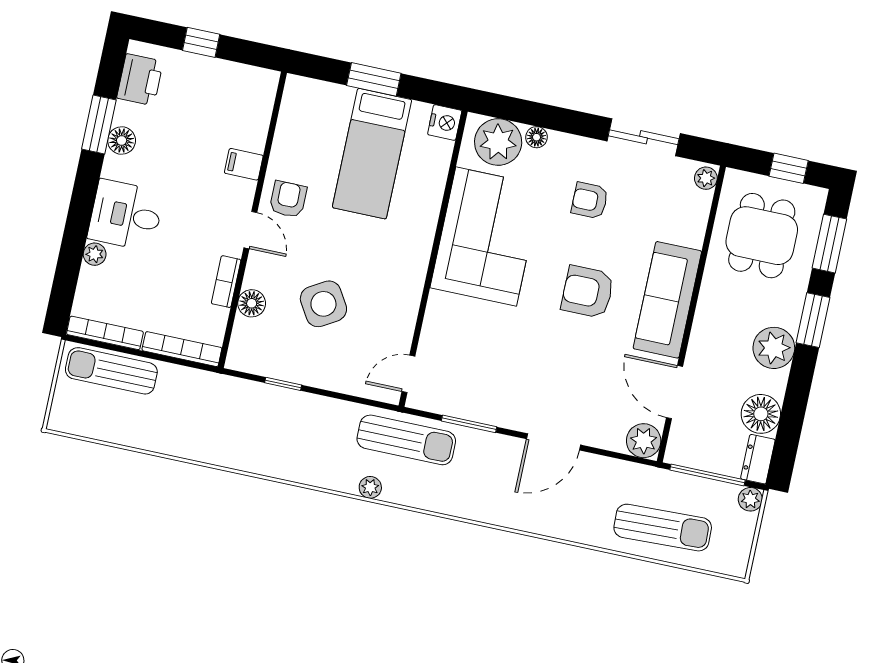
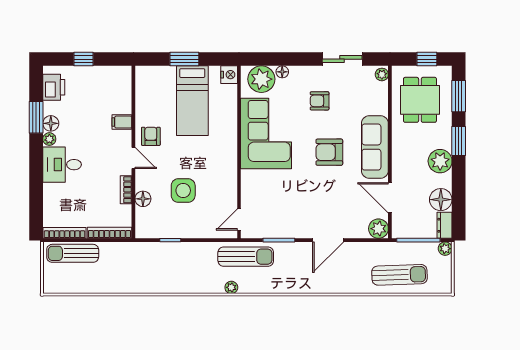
plant: (95, 254) -> (49, 139), moved
side table: (323, 304) -> (183, 191), turned 31

